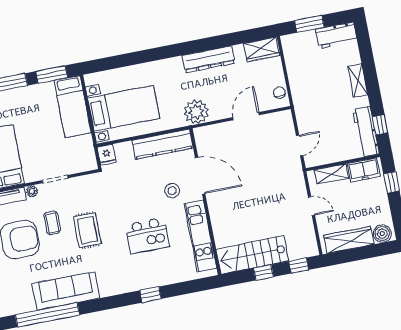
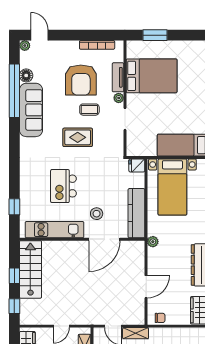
plant: (196, 112) -> (153, 242), width x0.53, depth x0.53
door: (246, 116) -> (146, 287), hinge flipped
shelving: (303, 118) -> (136, 333), added
window: (151, 295) -> (14, 207), moved
floor lamp: (27, 304) -> (26, 75), added

